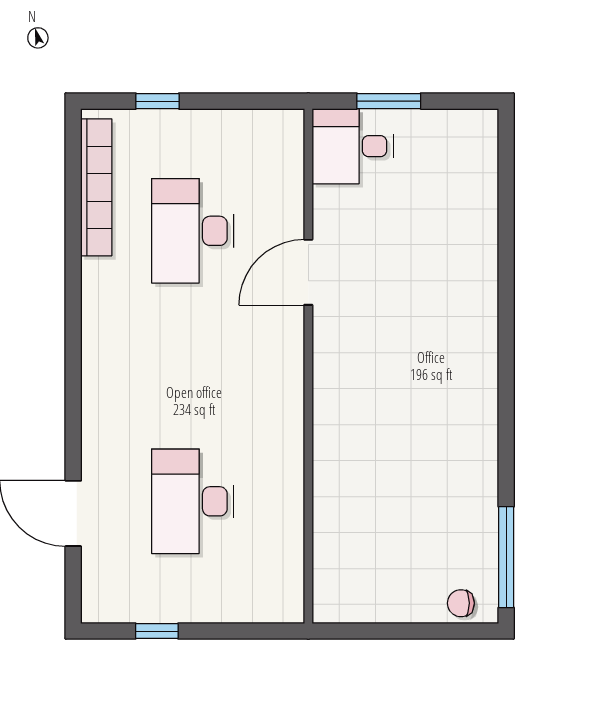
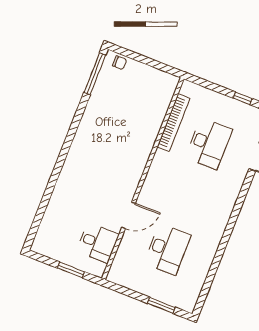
window: (157, 101) -> (161, 305), width x1.50
desk: (353, 146) -> (98, 243), moved
bookcase: (96, 187) -> (174, 123), moved, turned 180

